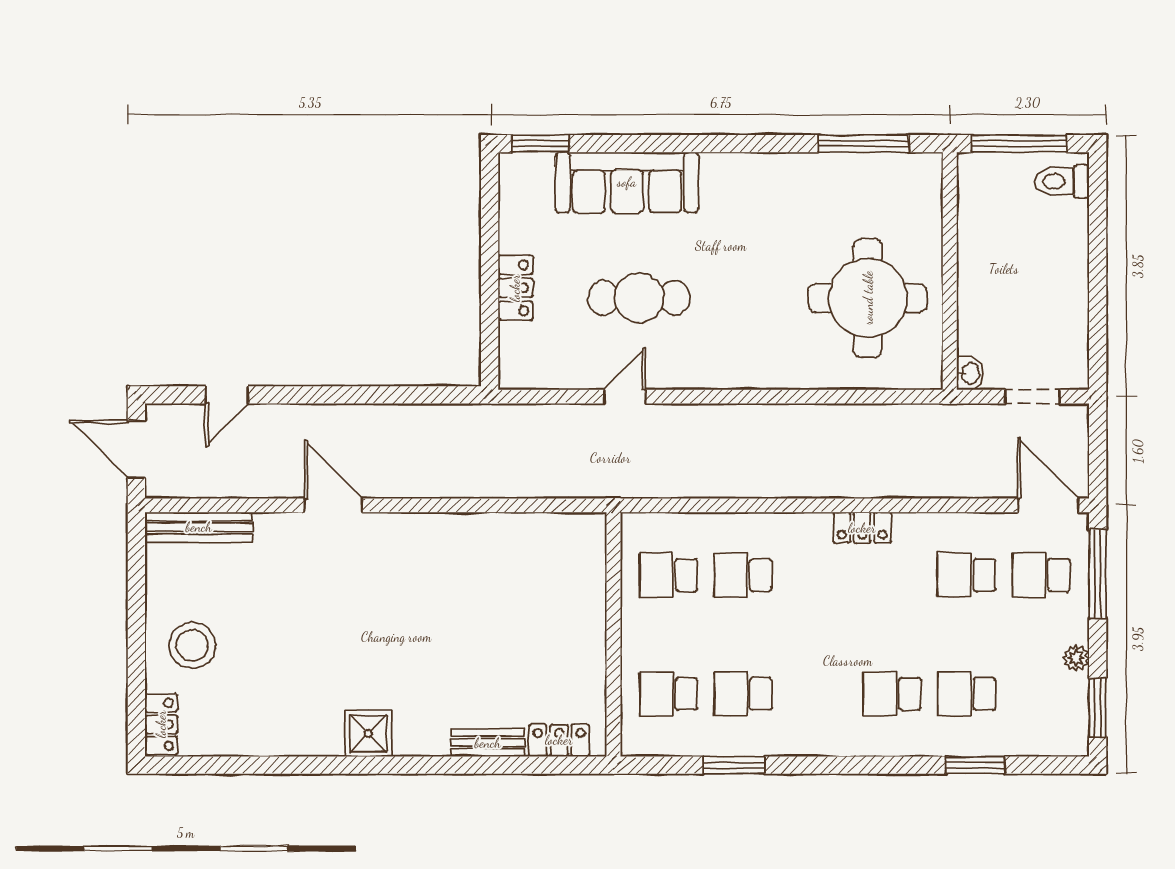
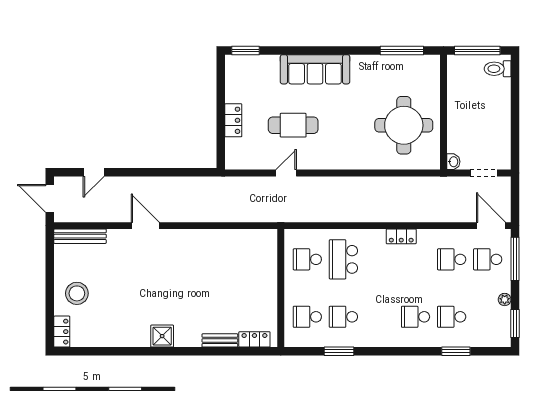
sofa: (627, 182) -> (315, 69), moved
school desk: (743, 575) -> (343, 259), width x1.85

